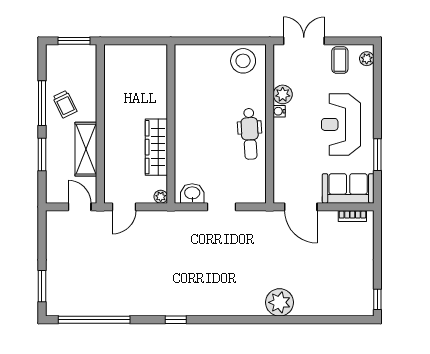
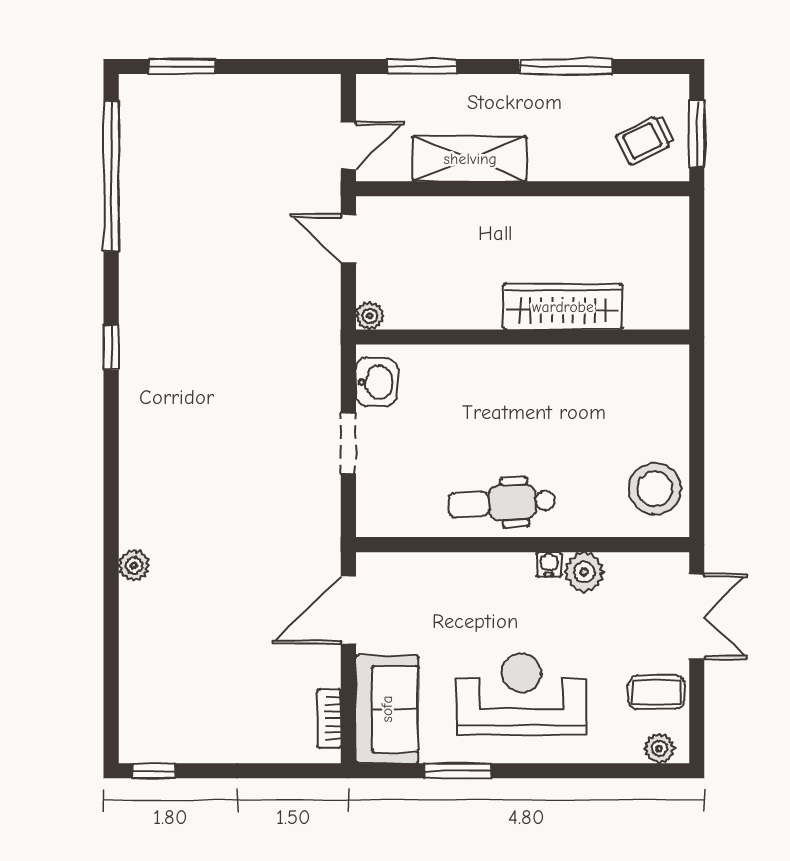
trolley: (65, 104) -> (646, 139), moved
wardrobe: (156, 147) -> (563, 307), moved
window: (42, 155) -> (422, 67), moved
plant: (280, 302) -> (134, 565), width x0.53, depth x0.53

